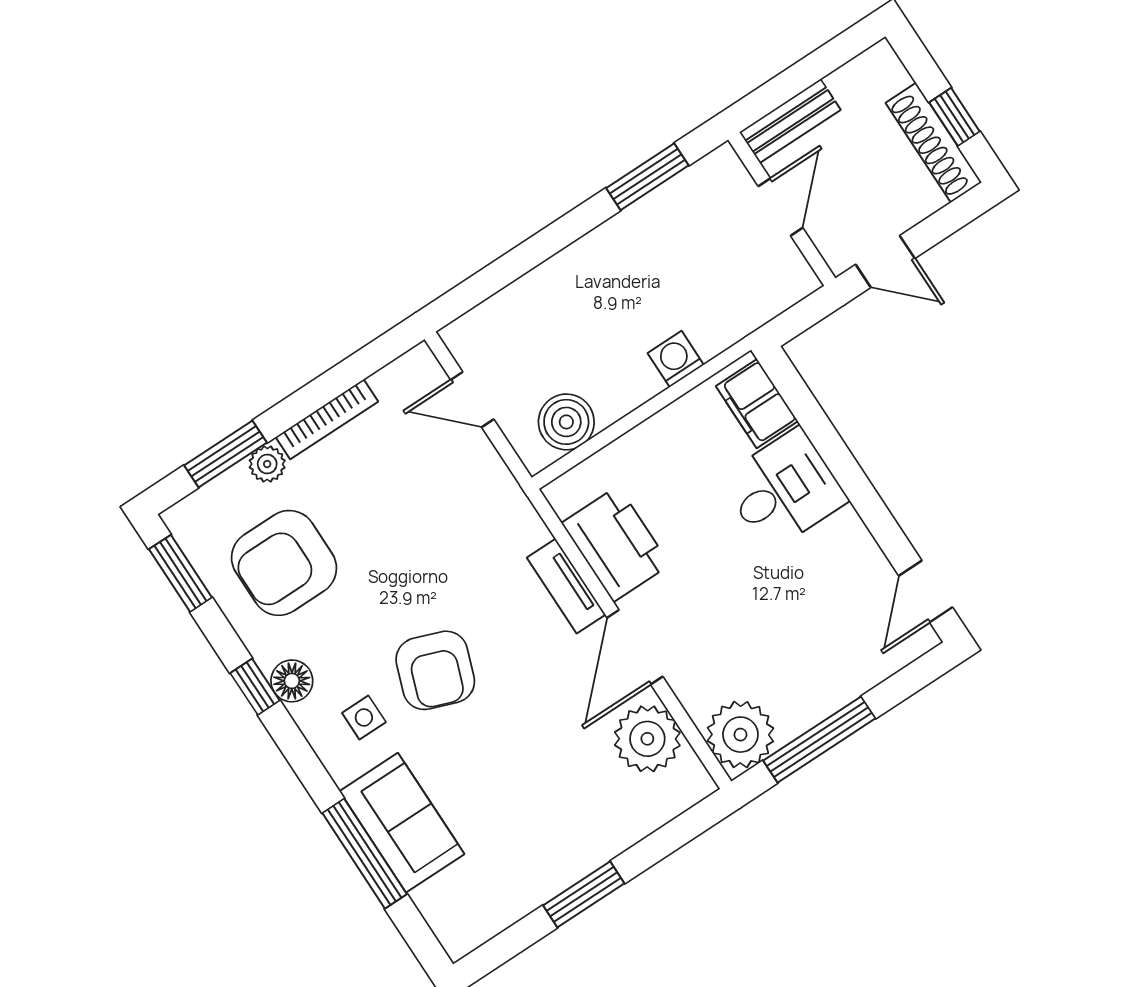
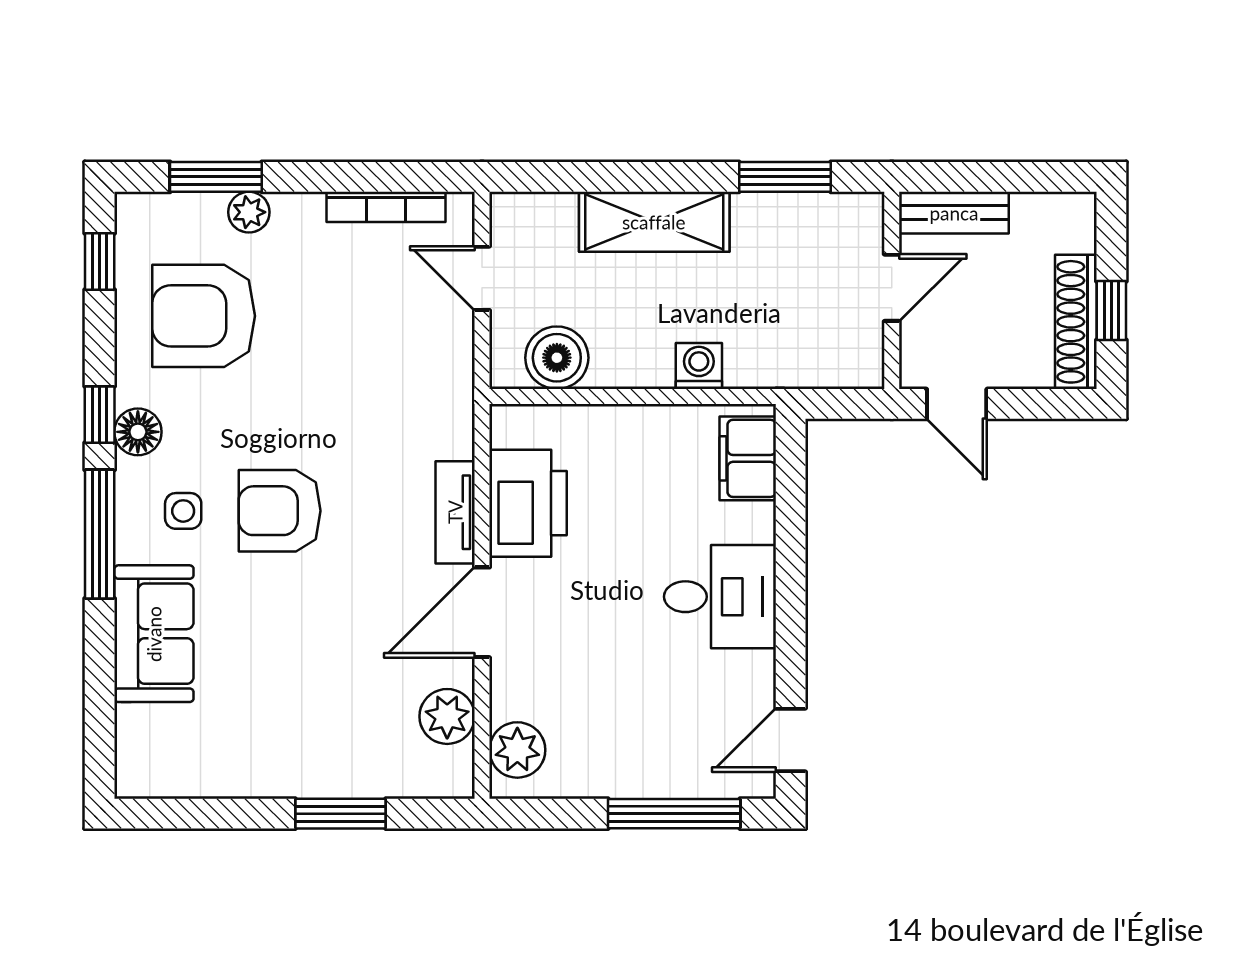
shelving: (572, 274) -> (654, 222), added
bookcase: (327, 419) -> (386, 207), moved
desk: (784, 490) -> (720, 597), moved
window: (180, 573) -> (100, 261), width x0.67
armchair: (435, 670) -> (280, 511), turned 70
plant: (740, 735) -> (517, 750), width x0.73, depth x0.73
plant: (647, 739) -> (447, 716), width x0.73, depth x0.73
window: (819, 740) -> (674, 814), moved
window: (365, 854) -> (100, 534), moved
window: (584, 894) -> (340, 814), moved

